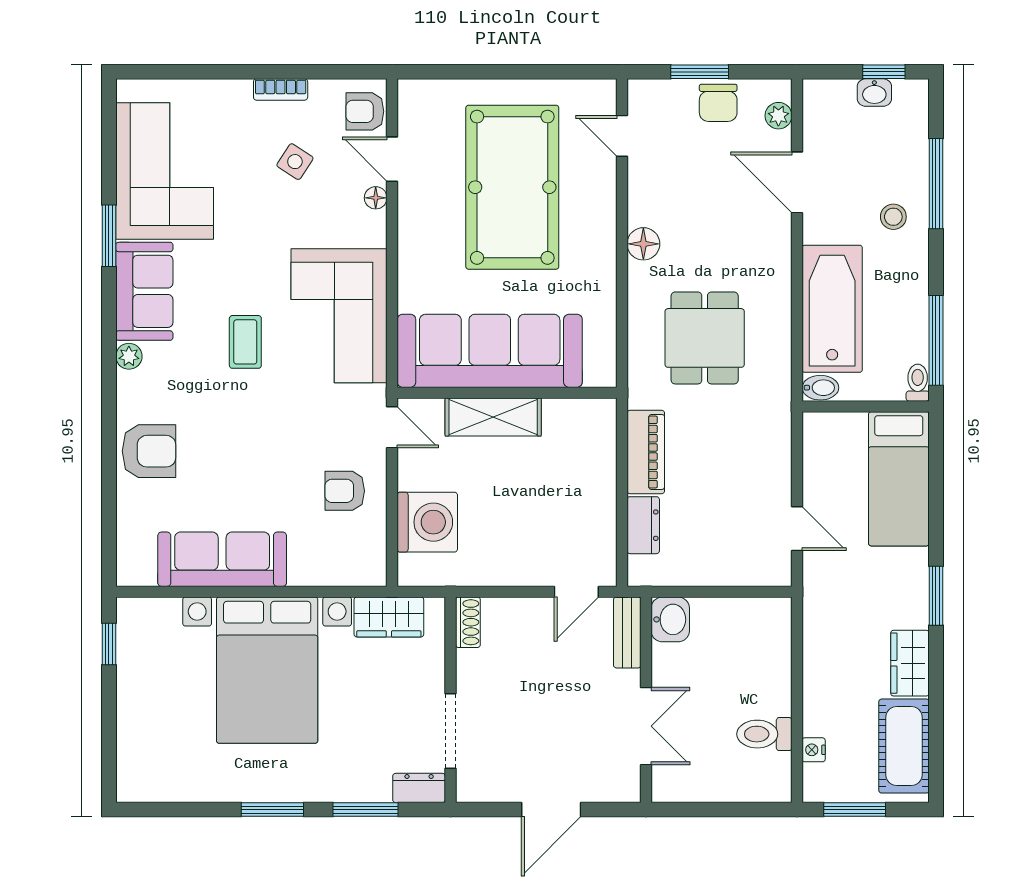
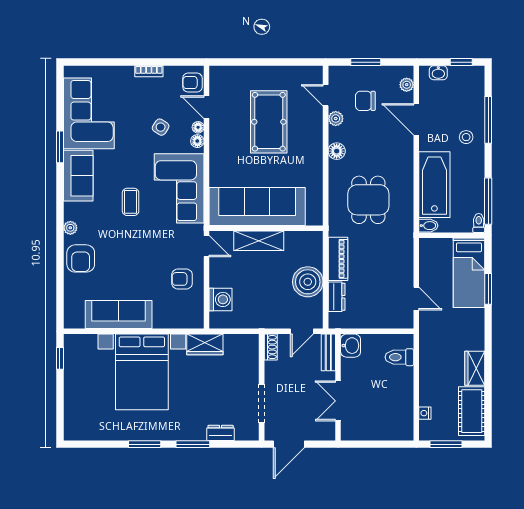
washbasin: (874, 93) -> (438, 73), moved
chair: (718, 103) -> (365, 101), moved, turned 90
side table: (295, 162) -> (161, 127), moved
plant: (641, 181) -> (336, 119), added
pool table: (512, 187) -> (269, 122), width x0.73, depth x0.76
floor lamp: (374, 225) -> (197, 141), added
plant: (129, 356) -> (70, 228), moved
armchair: (149, 451) -> (81, 258), turned 90
boiler: (587, 496) -> (308, 282), added
washing machine: (427, 522) -> (221, 299), width x0.73, depth x0.73
window: (936, 596) -> (488, 289), moved
shoe rack: (468, 622) -> (271, 347), moved
wall: (450, 700) -> (262, 387), moved
double door: (646, 726) -> (338, 401), swing flipped
doorway: (450, 731) -> (262, 403), moved
toilet: (764, 734) -> (399, 357), moved

